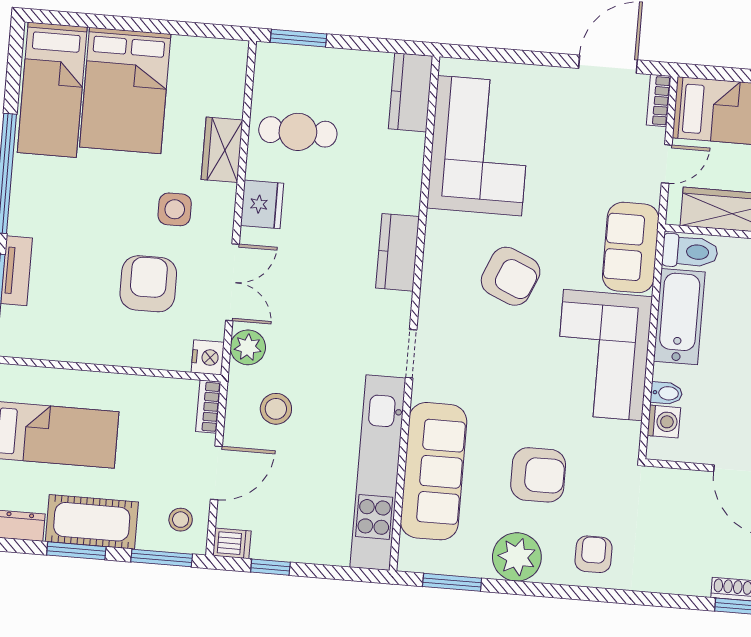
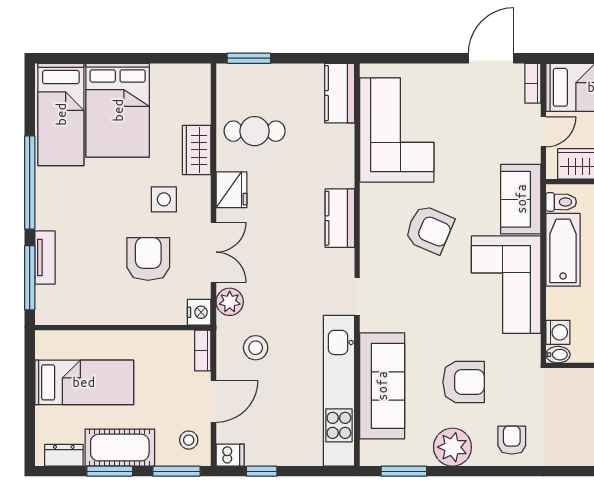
toilet: (690, 251) -> (561, 202), width x0.73, depth x0.72
bidet: (666, 393) -> (558, 355), moved

